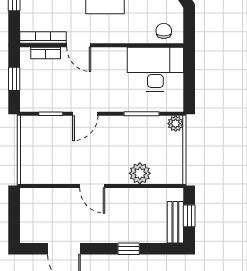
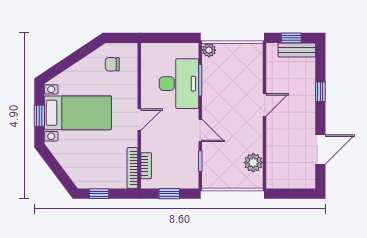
chair: (164, 31) -> (112, 64), moved
door: (79, 45) -> (139, 120), moved
desk: (155, 69) -> (179, 84), moved, turned 180
plant: (140, 173) -> (253, 163), moved
door: (92, 186) -> (265, 105), moved

